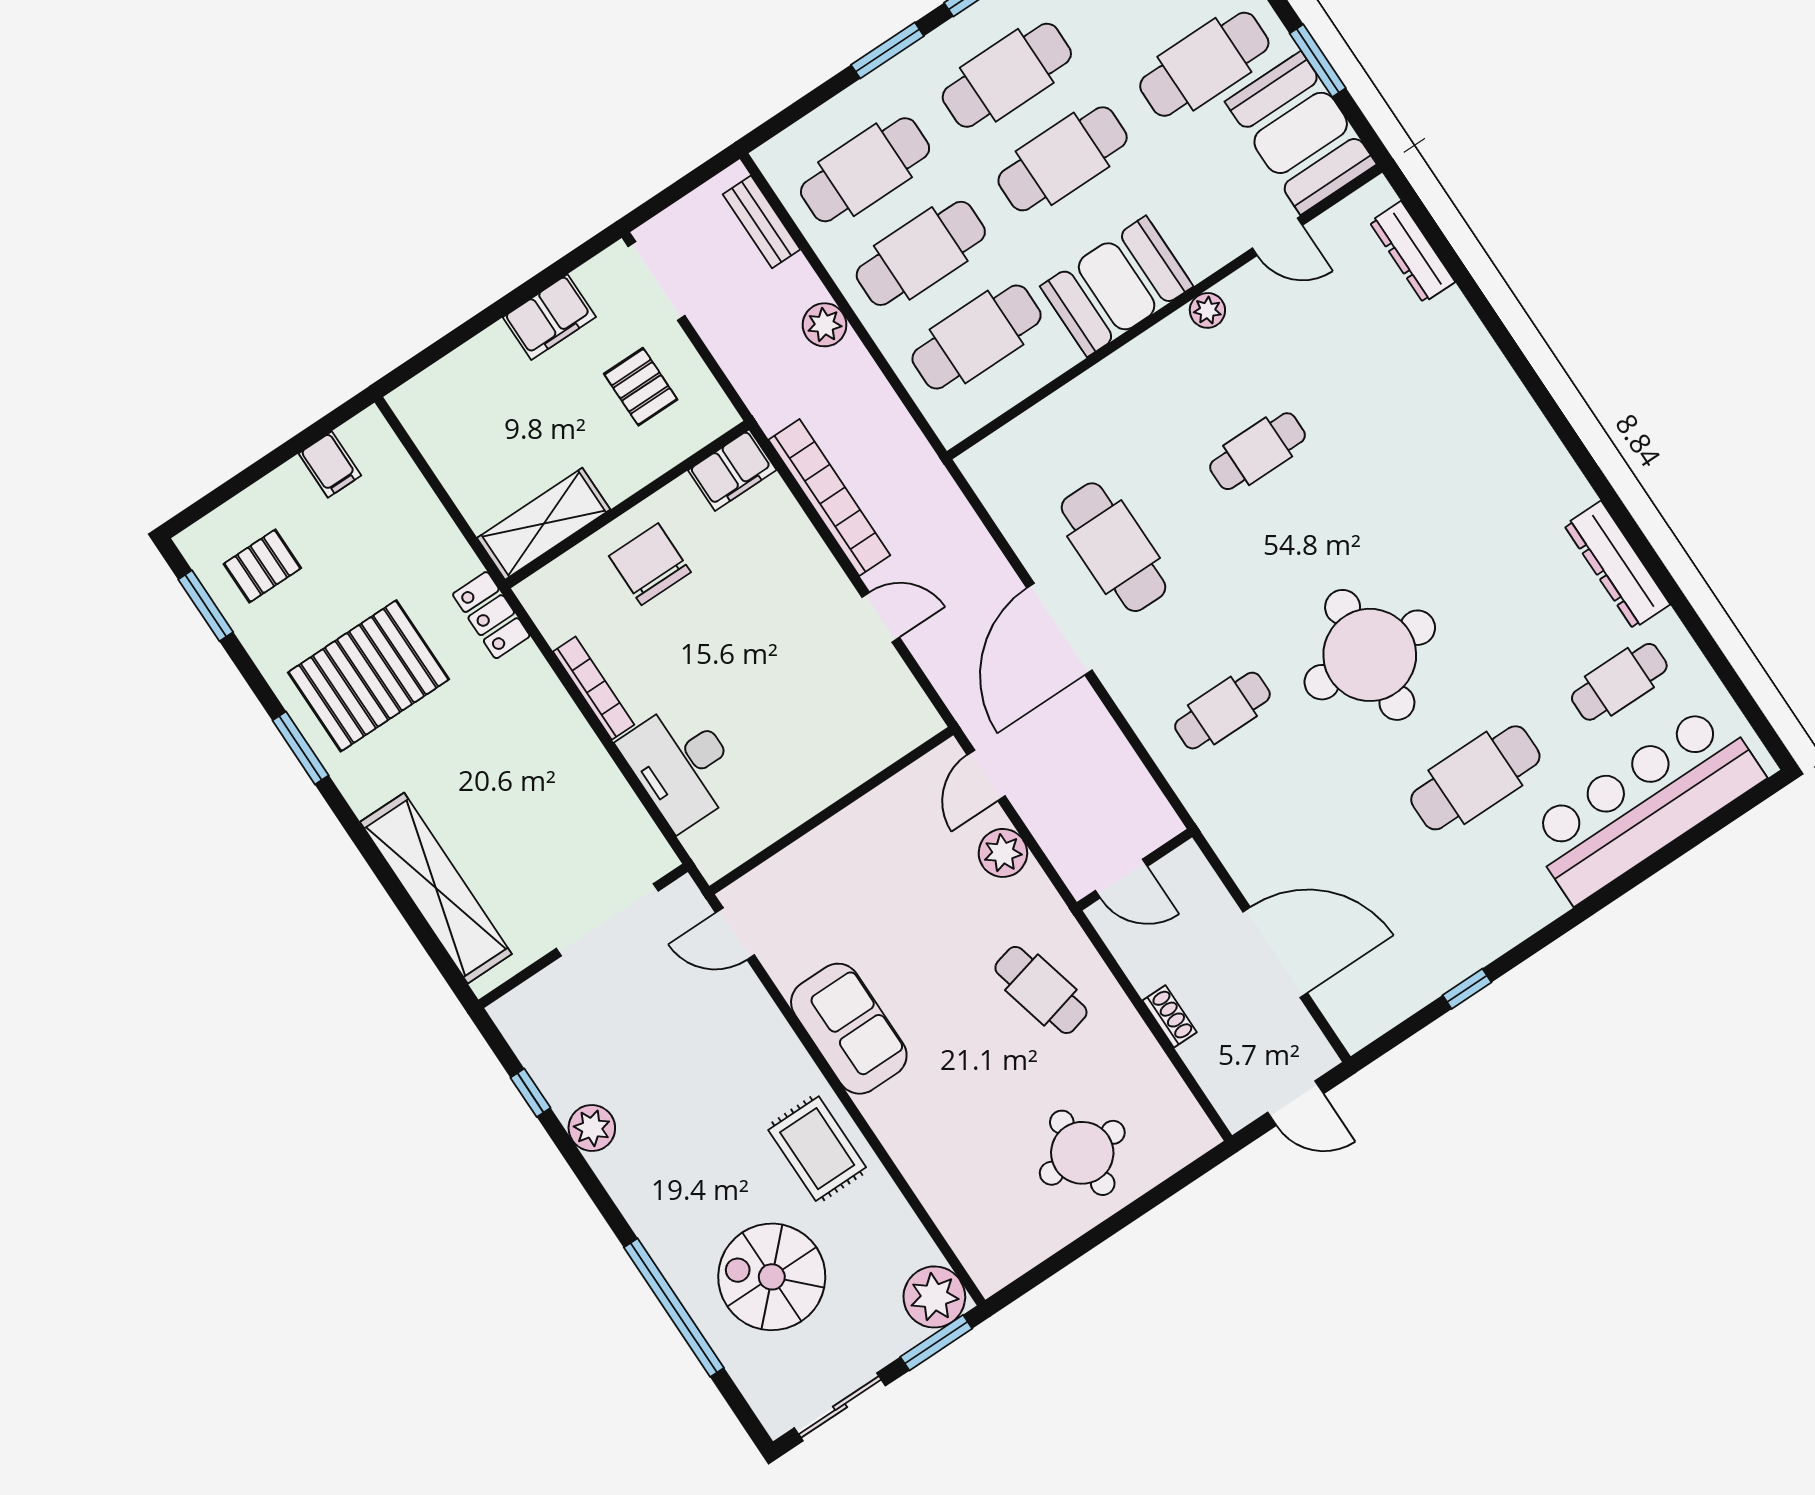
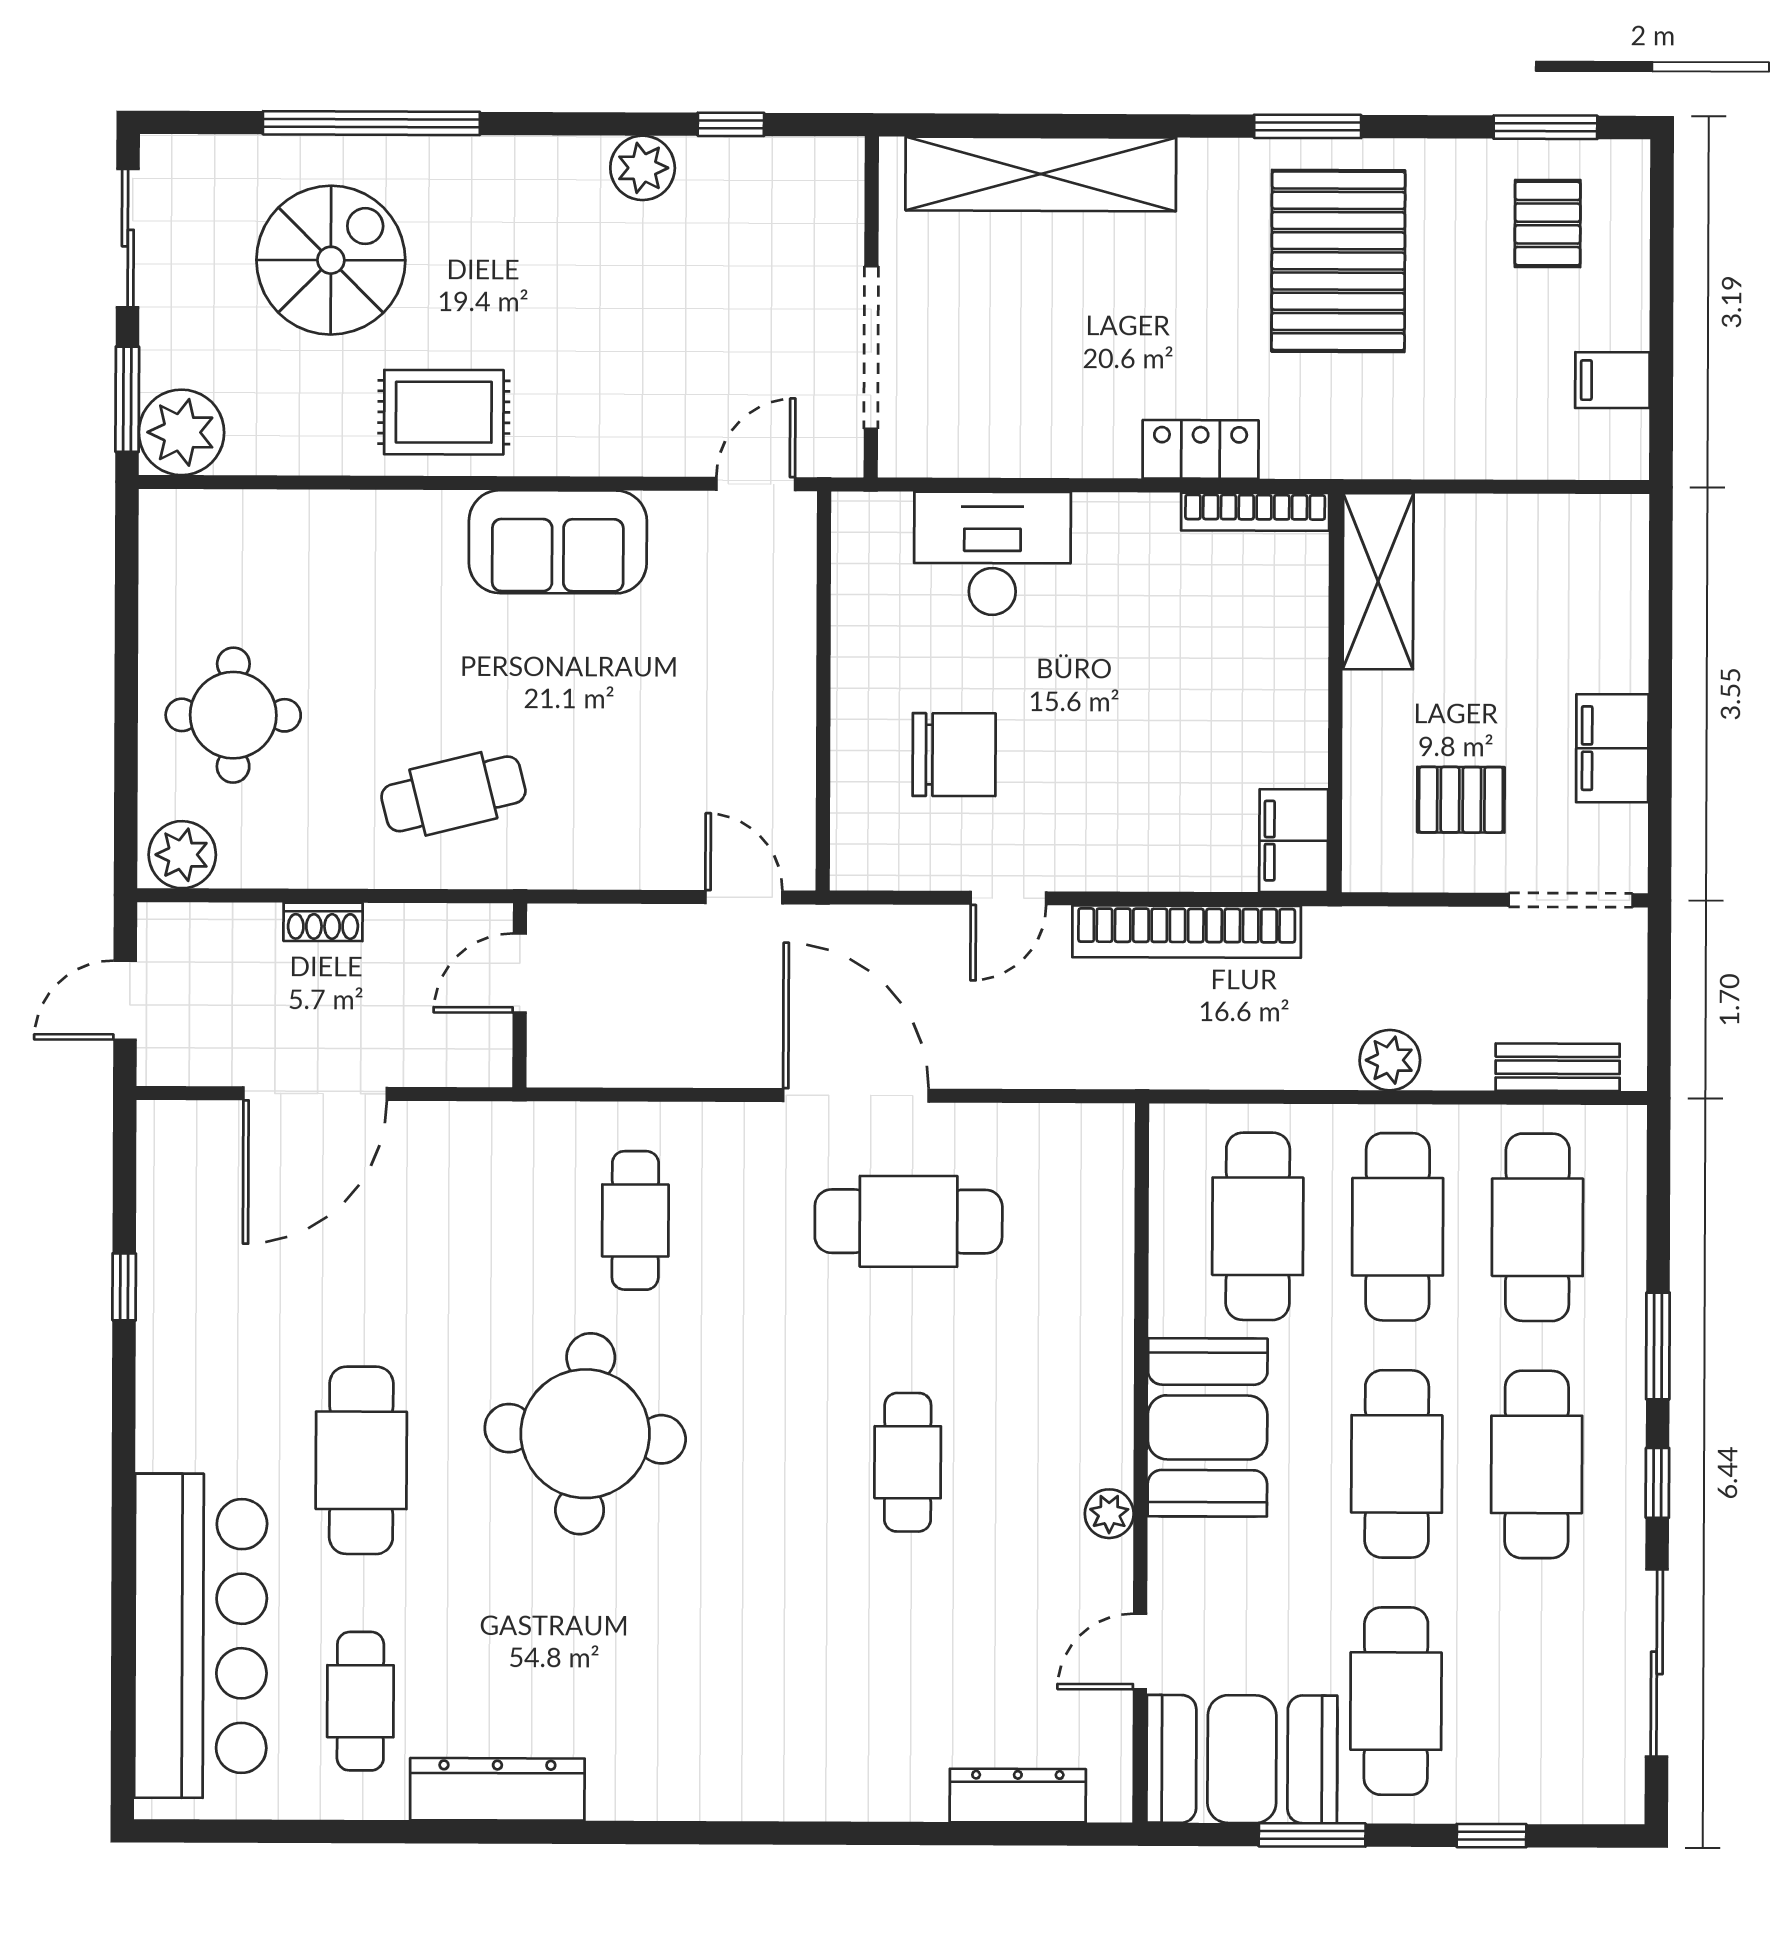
chair: (650, 564) -> (954, 755), moved
locker: (491, 615) -> (1201, 449), moved
bookcase: (594, 688) -> (1255, 512), moved
plant: (1003, 853) -> (182, 855), moved

